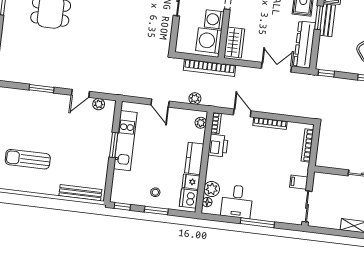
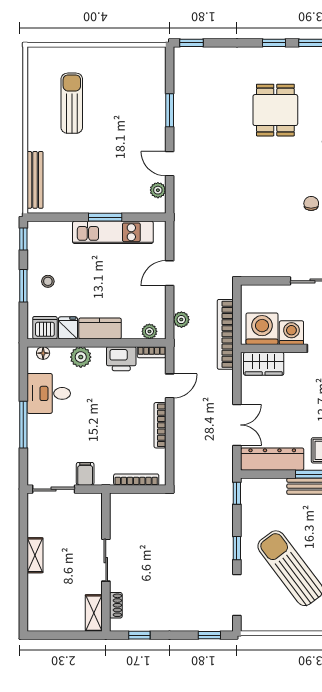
plant: (212, 189) -> (81, 357), moved

